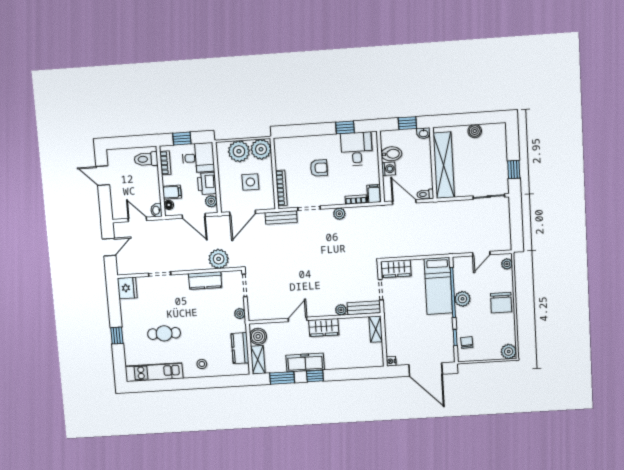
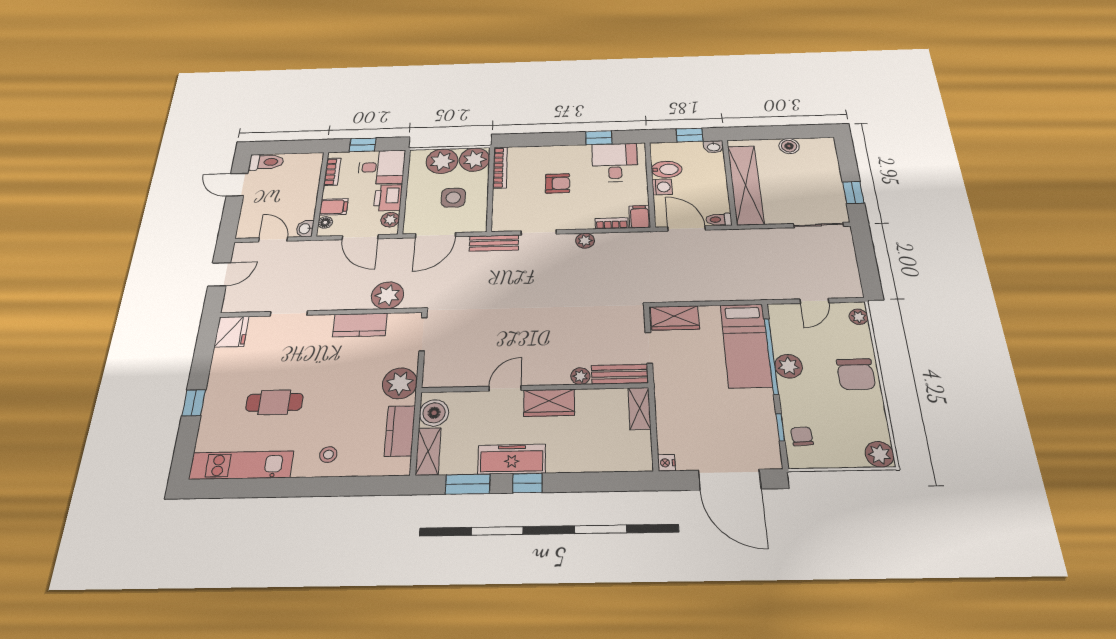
toilet: (146, 159) -> (266, 162), moved, turned 180
bookcase: (281, 188) -> (500, 168), moved
plant: (240, 314) -> (400, 383), width x1.88, depth x1.88

